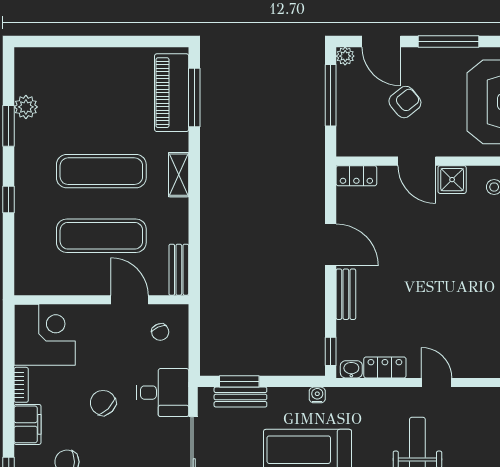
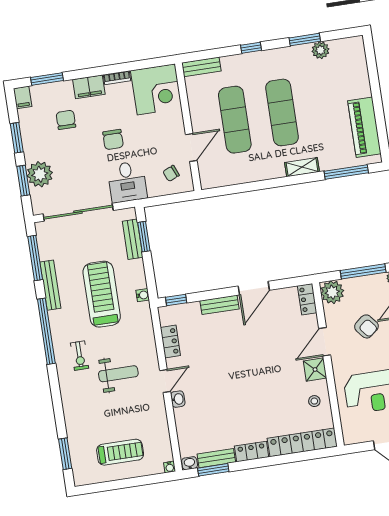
piano: (172, 93) -> (364, 127), moved, turned -90
plant: (352, 141) -> (332, 292), added
shelving: (179, 175) -> (302, 167), moved
bench: (179, 270) -> (201, 67), moved
washbasin: (351, 369) -> (178, 399), moved
chair: (103, 403) -> (113, 140), turned 135

